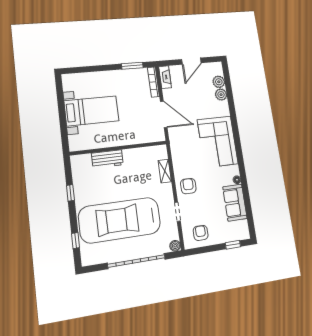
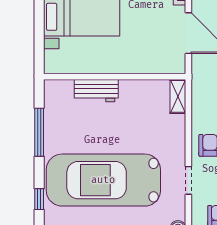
shelving: (165, 171) -> (178, 96), moved
window: (70, 193) -> (39, 132), width x2.17

